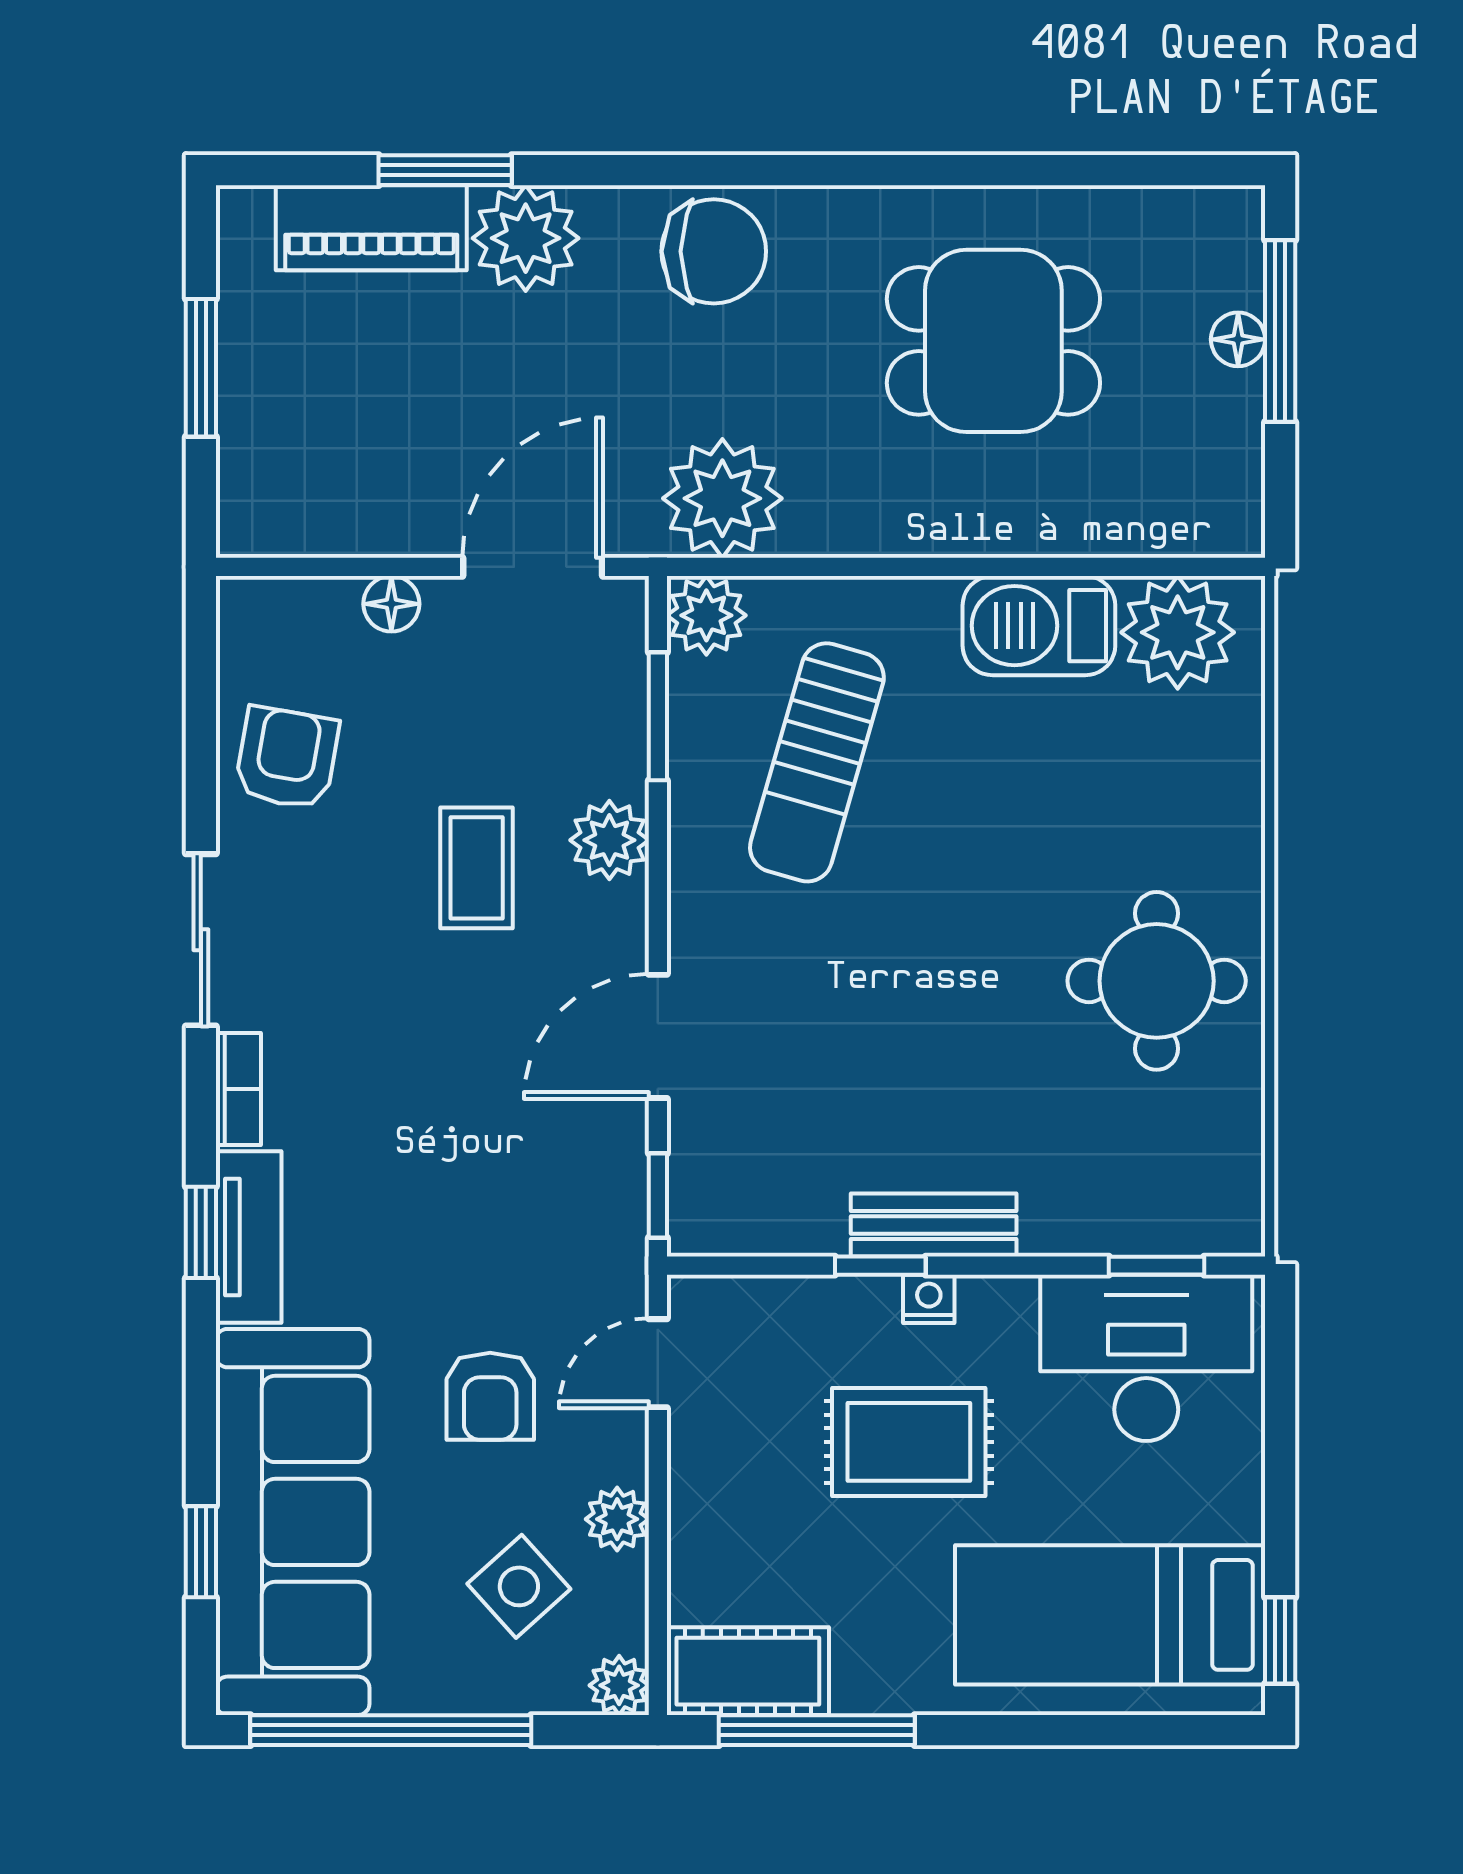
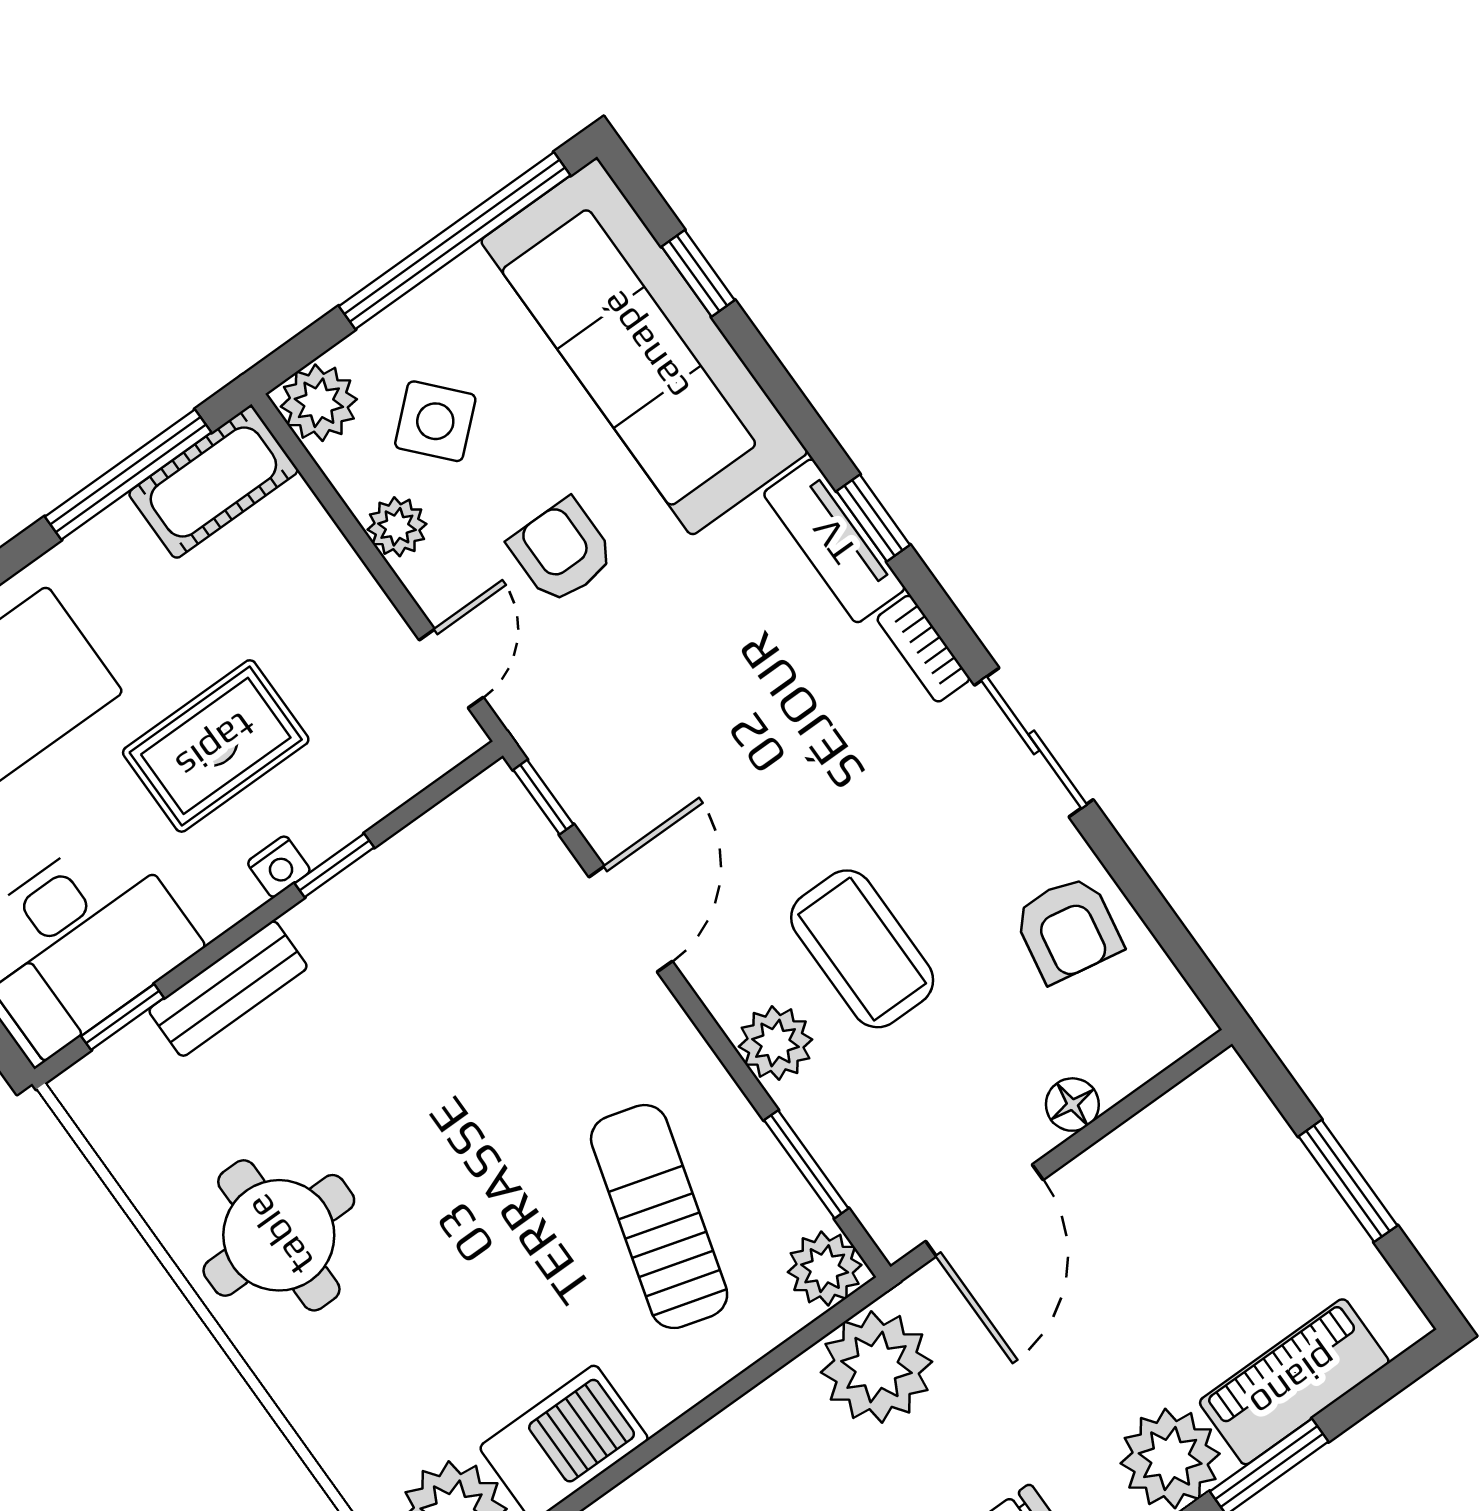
coffee table: (477, 868) -> (862, 949), width x1.36, depth x1.30
bench: (934, 1225) -> (228, 989), moved
plant: (619, 1685) -> (319, 403), width x1.38, depth x1.38

